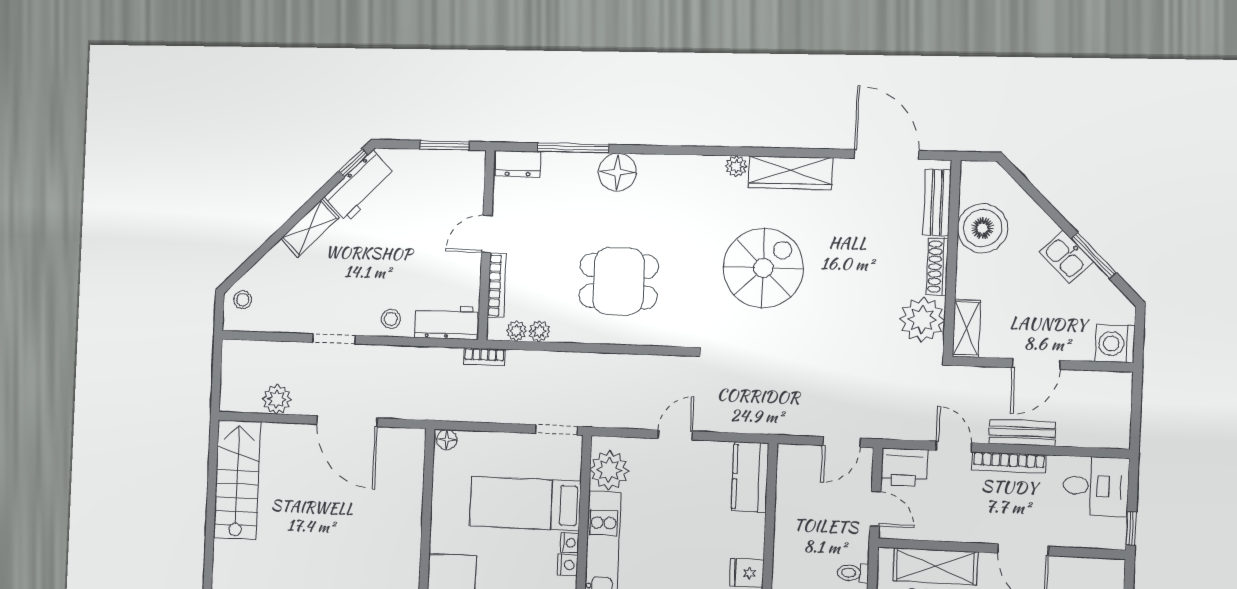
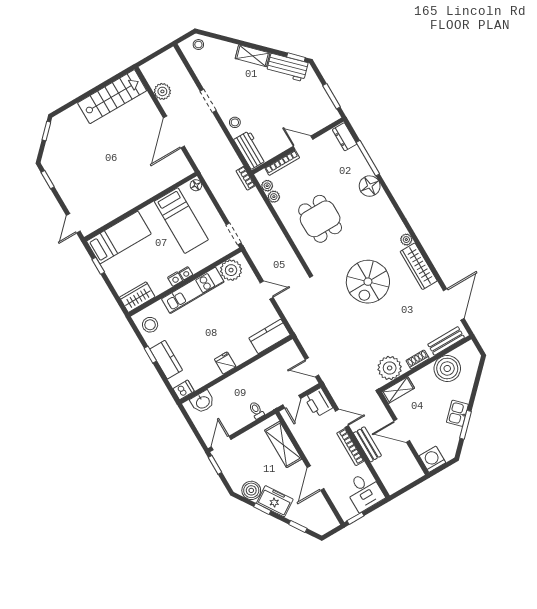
shoe rack: (937, 267) -> (418, 359), width x0.70
spiral stairs: (763, 268) -> (368, 282), turned 90
door: (954, 446) -> (342, 418), hinge flipped
bed: (525, 504) -> (181, 221), moved, turned 180

